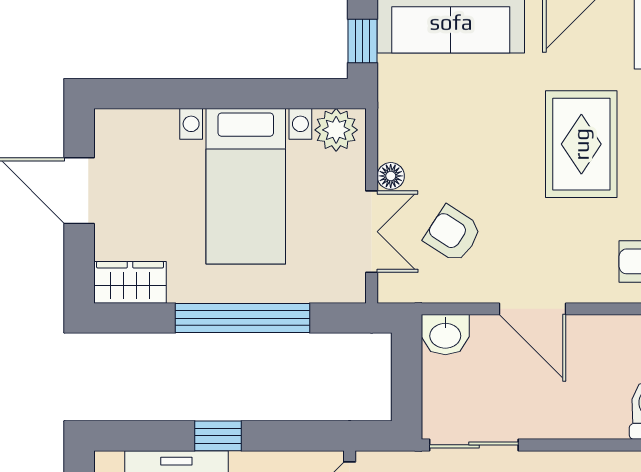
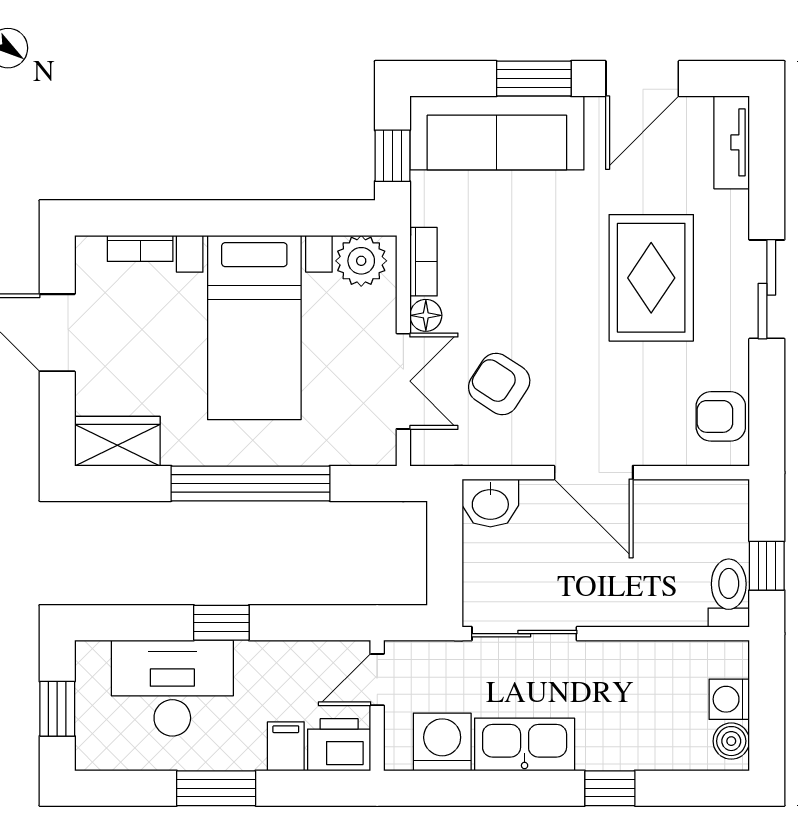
bookcase: (149, 119) -> (140, 248), added
bookcase: (389, 131) -> (424, 262), added

